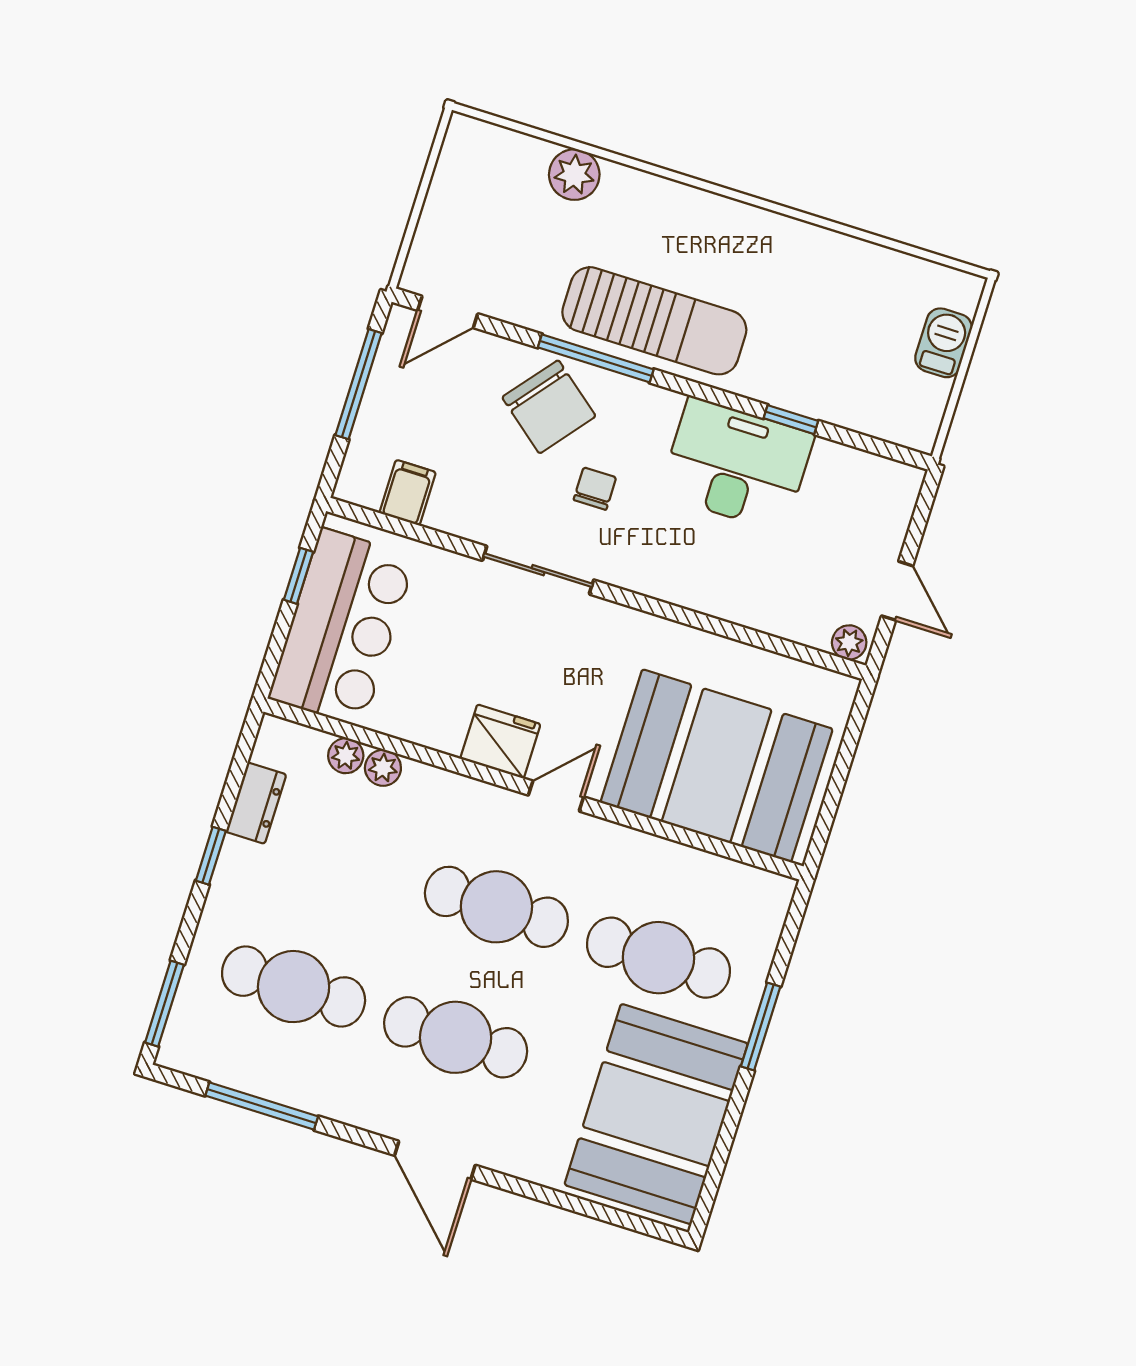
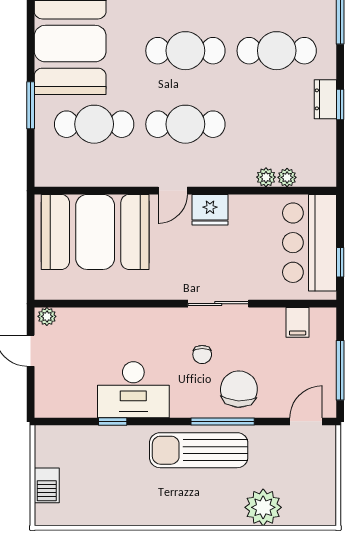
plant: (574, 175) -> (263, 507), width x1.36, depth x1.36
chair: (549, 407) -> (239, 389), turned 54
dresser: (256, 803) -> (325, 99), moved

